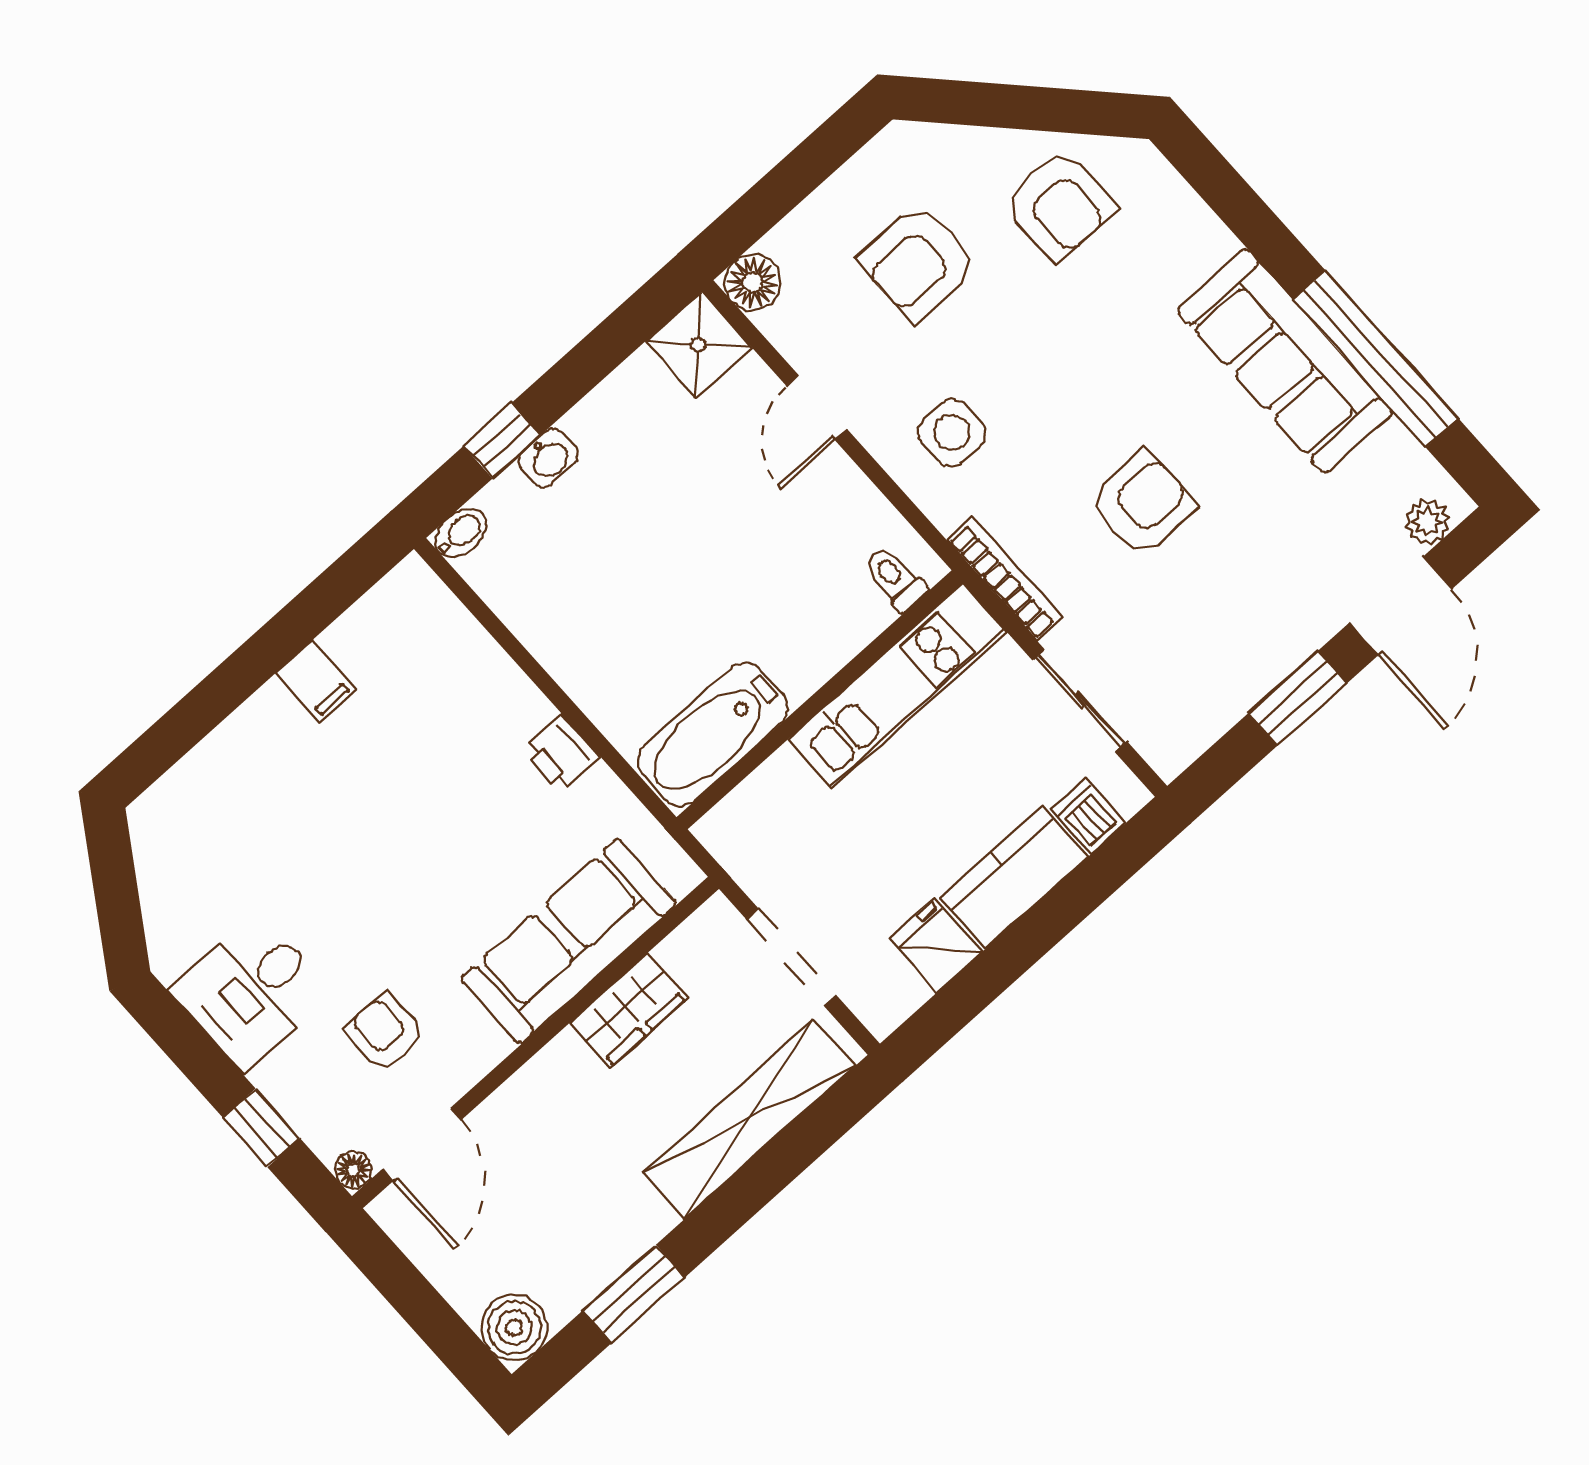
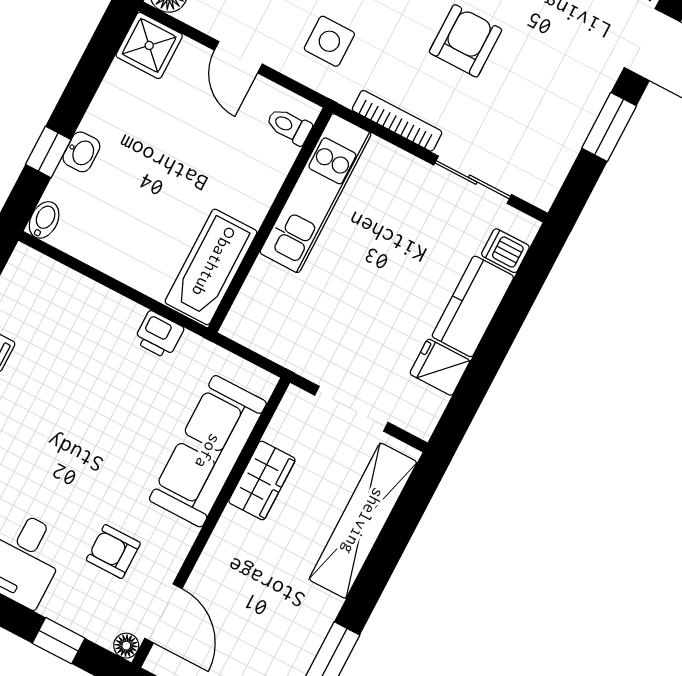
toilet: (895, 579) -> (289, 126), moved
kitchen unit: (897, 686) -> (316, 193), moved
wall: (820, 700) -> (270, 220), moved
bathtub: (713, 734) -> (211, 267), moved

